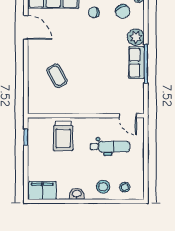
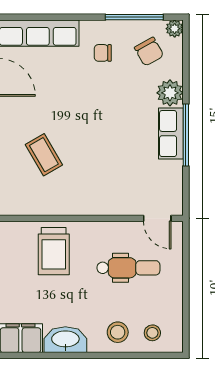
washbasin: (77, 194) -> (65, 340), width x1.91, depth x1.45

